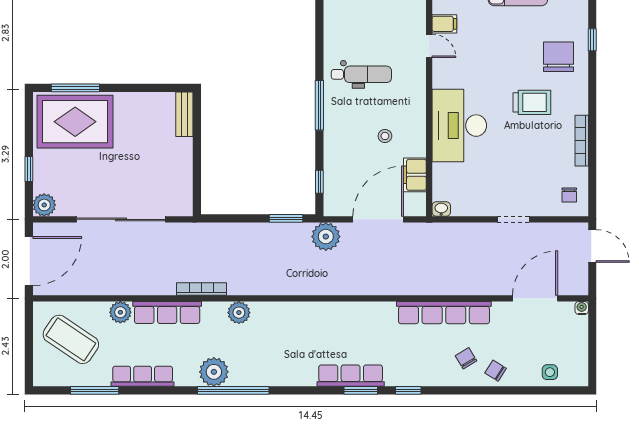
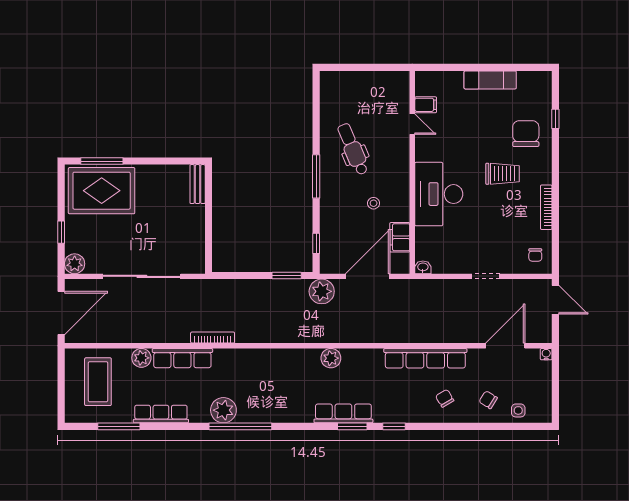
dental chair: (361, 74) -> (353, 149), turned -113
plant: (239, 313) -> (331, 358), moved
coffee table: (71, 339) -> (98, 382), turned 56
chair: (496, 371) -> (488, 400), moved

